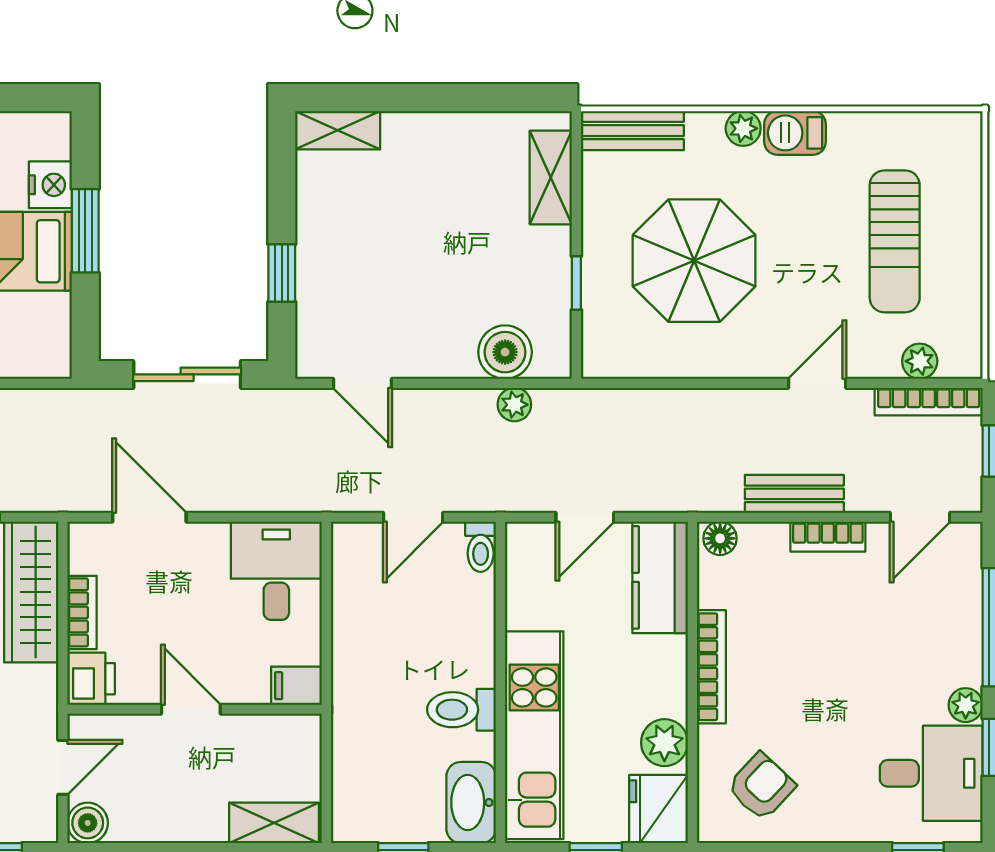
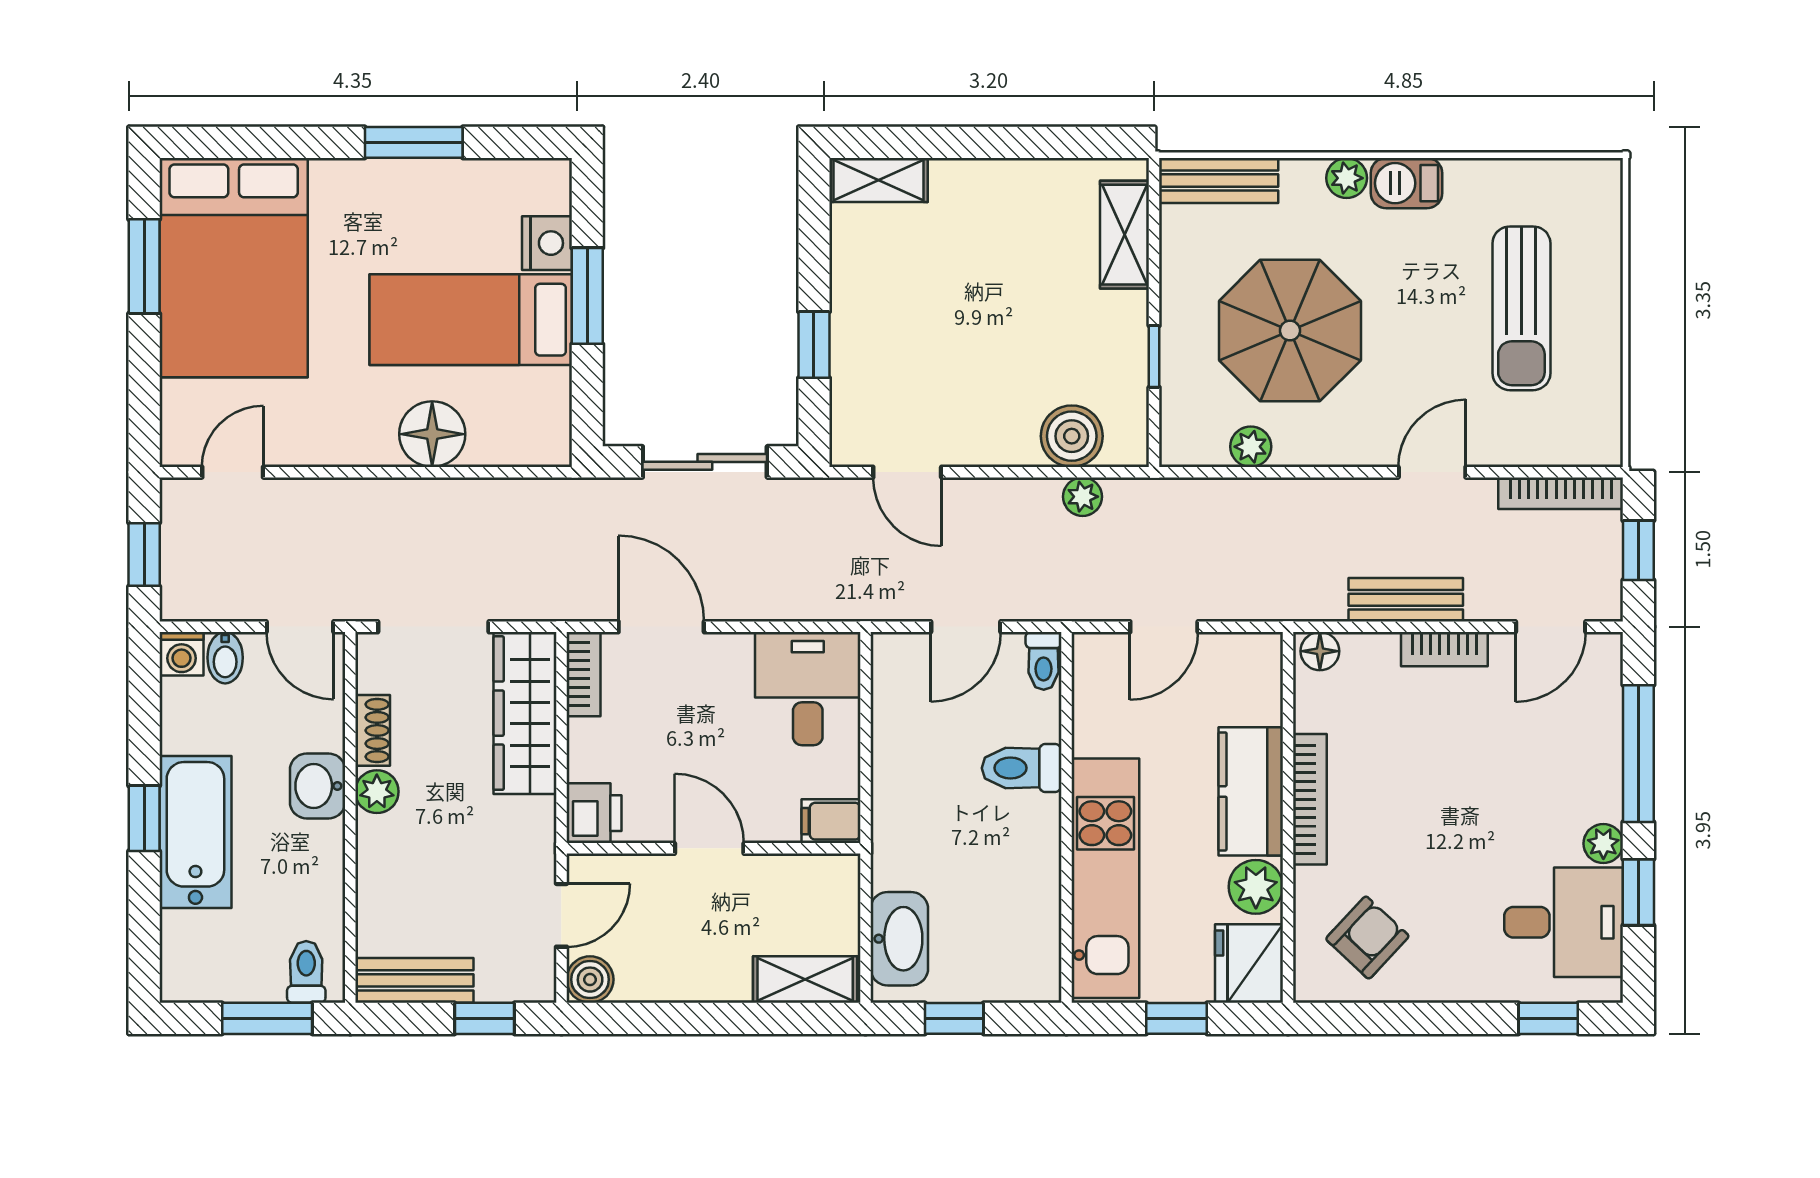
plant: (920, 361) -> (1251, 447), moved
kitchen counter: (660, 577) -> (1251, 791), moved
bookcase: (82, 612) -> (584, 674), moved
toilet: (462, 710) -> (1022, 768), moved
washbasin: (471, 803) -> (899, 939), moved, turned 180

